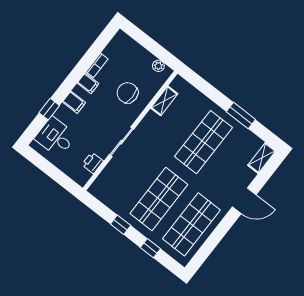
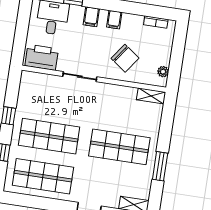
bookcase: (97, 65) -> (156, 22), moved
chair: (128, 93) -> (125, 58), turned 126
shelving: (164, 101) -> (151, 96), moved
printer: (93, 163) -> (42, 57), width x1.87, depth x1.48

